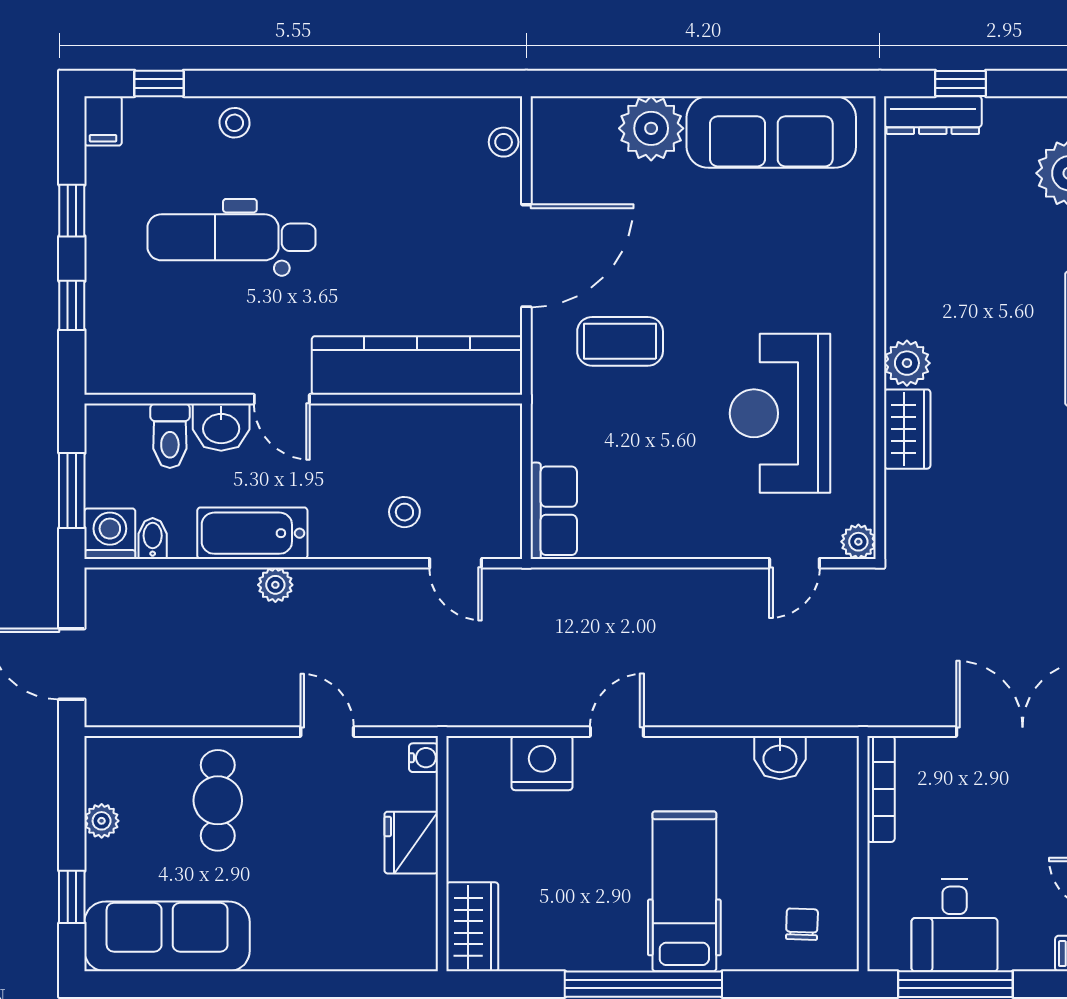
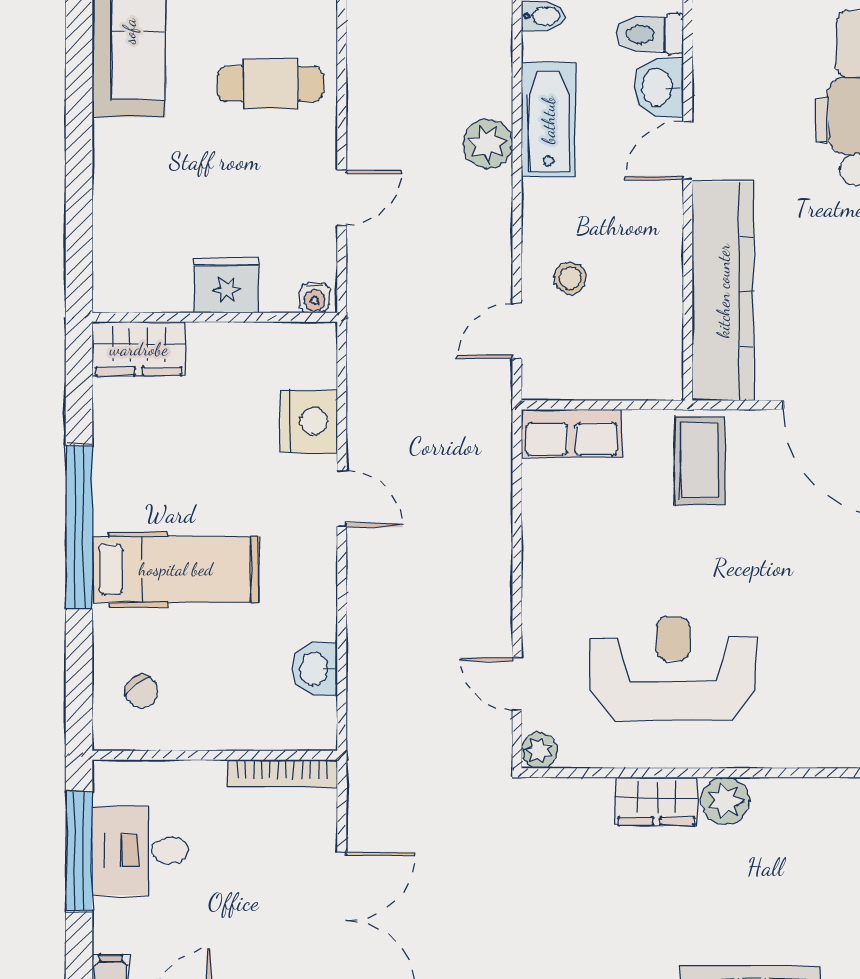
coffee table: (620, 341) -> (699, 461), moved
plant: (275, 585) -> (488, 144), width x1.38, depth x1.38
chair: (802, 924) -> (141, 692), turned 52

